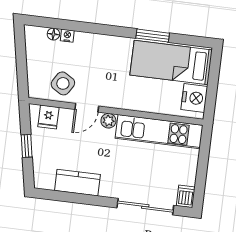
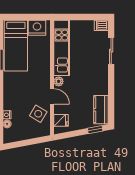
window: (27, 146) -> (95, 130), moved
kitchen counter: (77, 183) -> (101, 110), moved
sliding door: (145, 207) -> (111, 51), width x0.73

